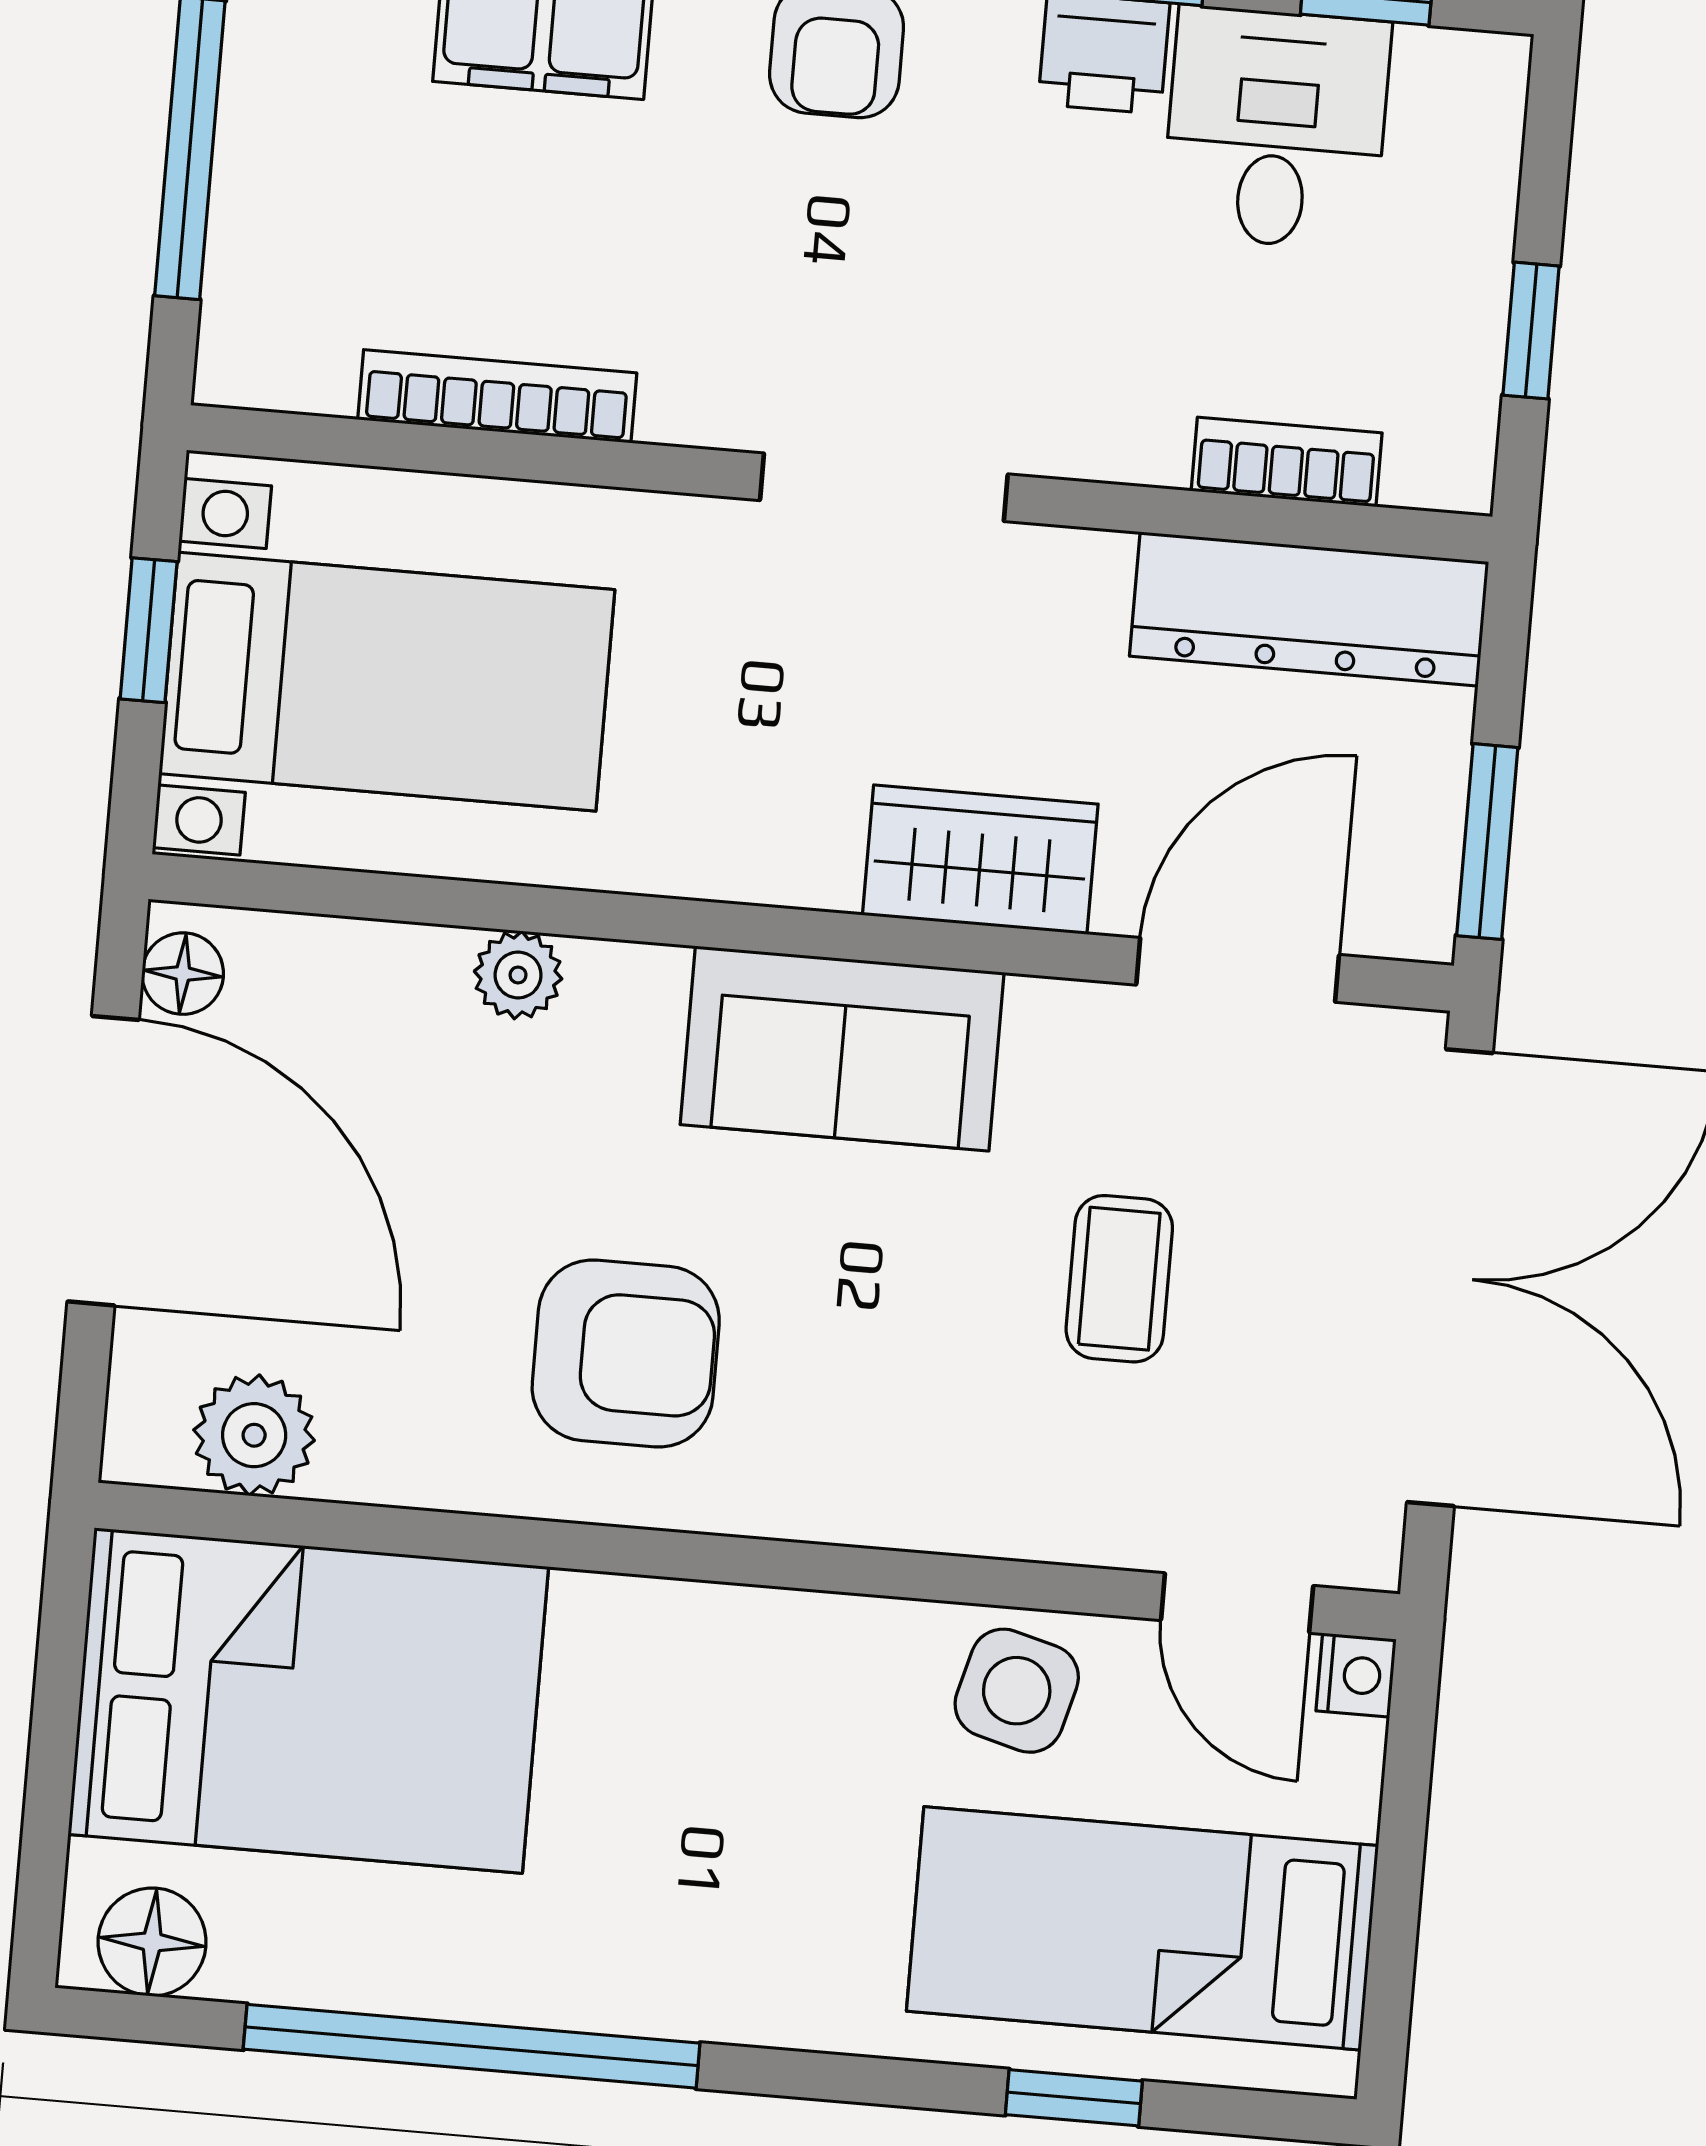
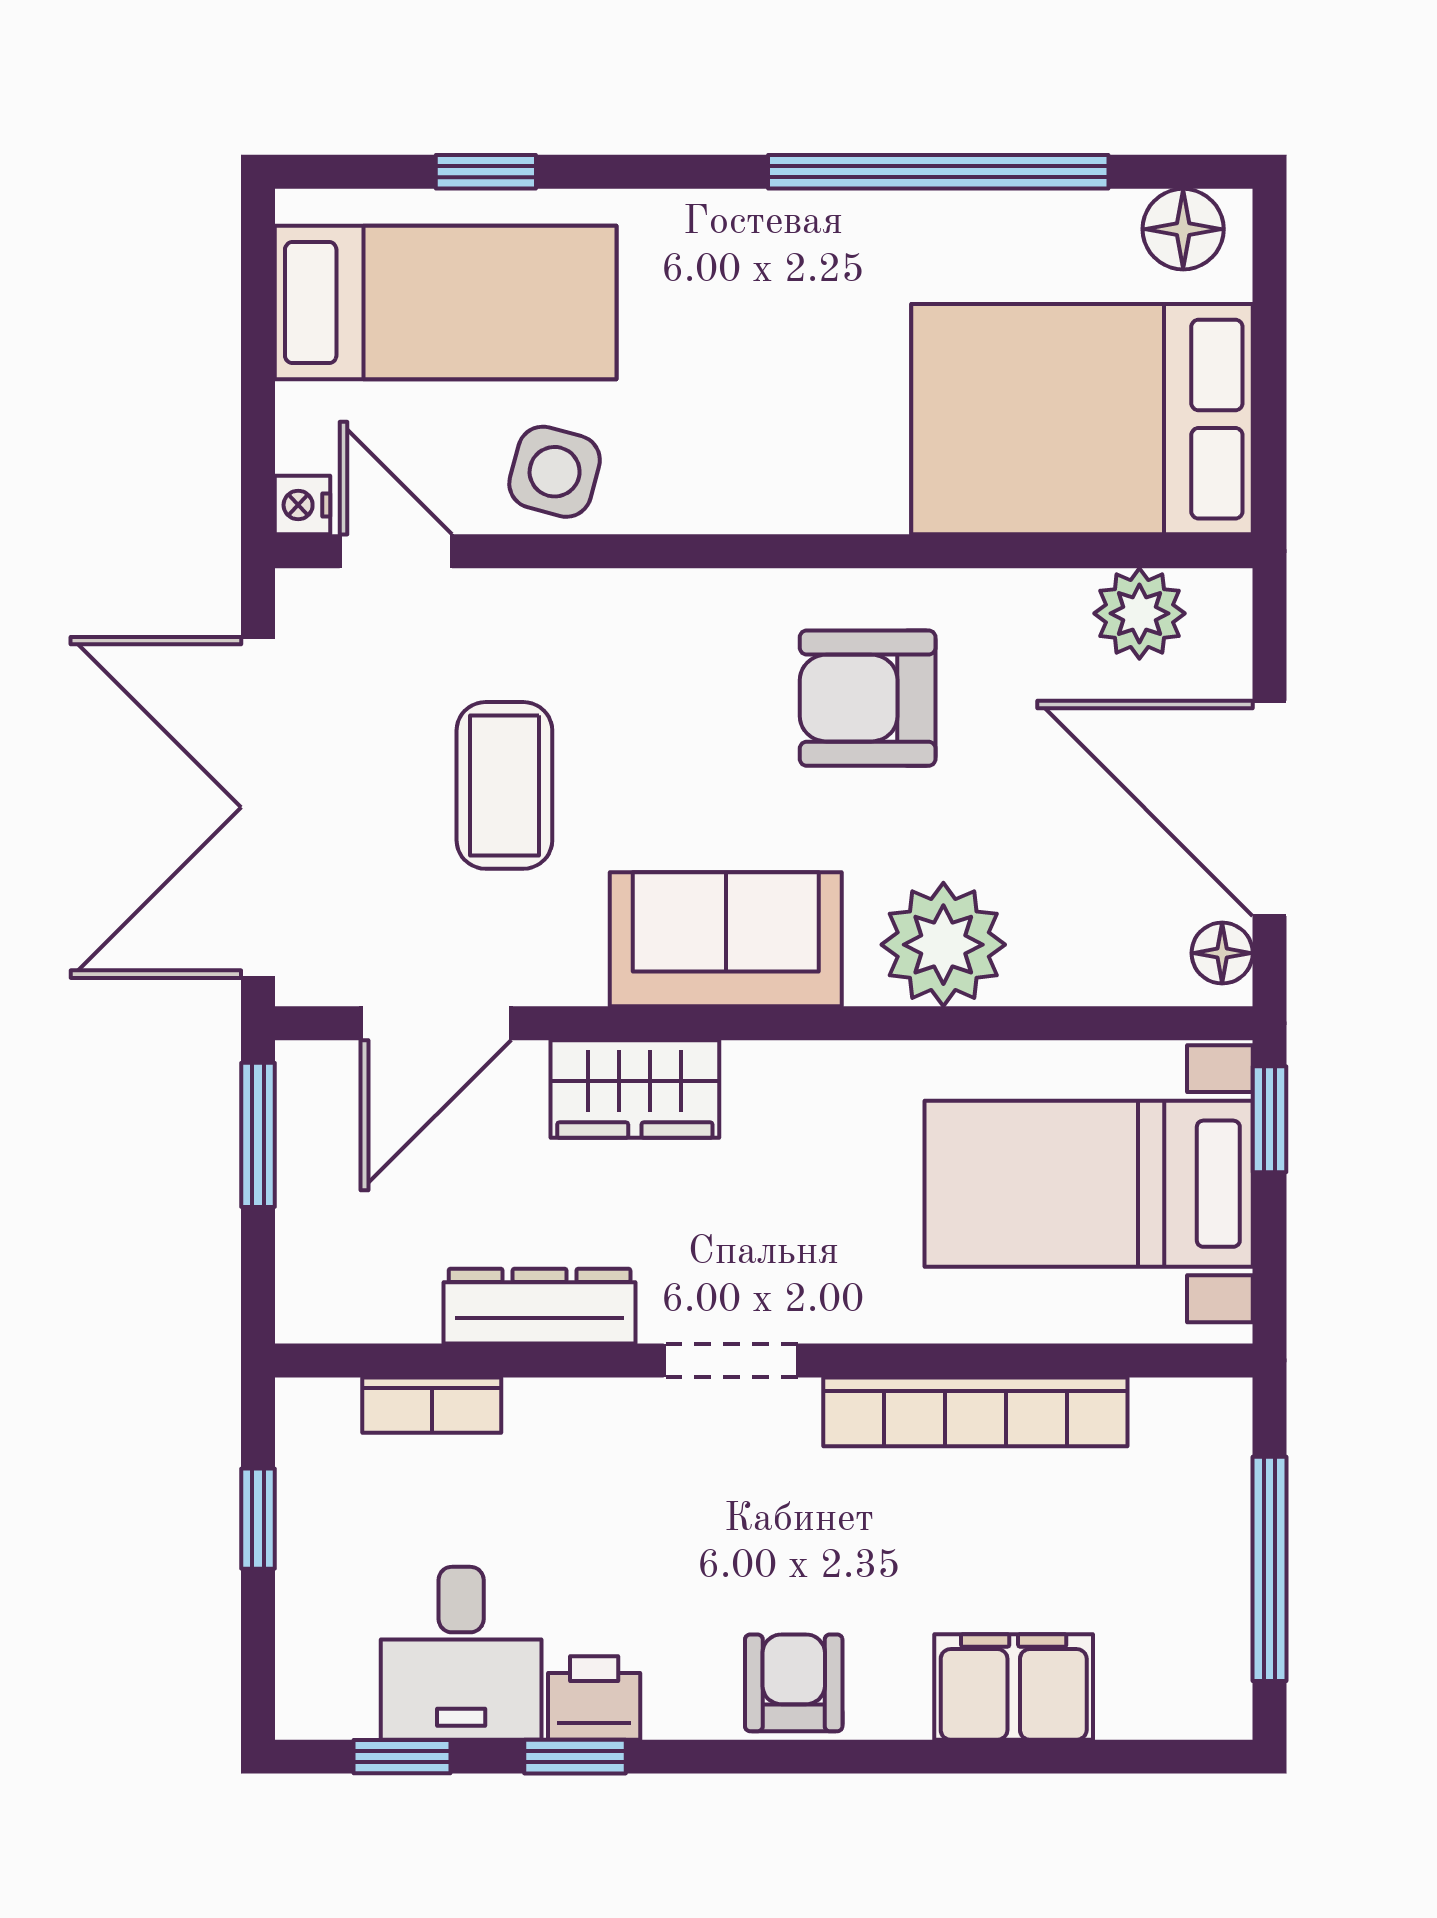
bookcase: (497, 396) -> (975, 1412), width x1.48, depth x1.31
doorway: (884, 487) -> (731, 1360), width x0.73
dresser: (1309, 609) -> (540, 1306), moved, width x0.73, depth x0.80
window: (149, 630) -> (1270, 1119), moved
plant: (518, 975) -> (943, 945), width x1.88, depth x1.88
coffee table: (1119, 1279) -> (504, 785), width x1.36, depth x1.30

